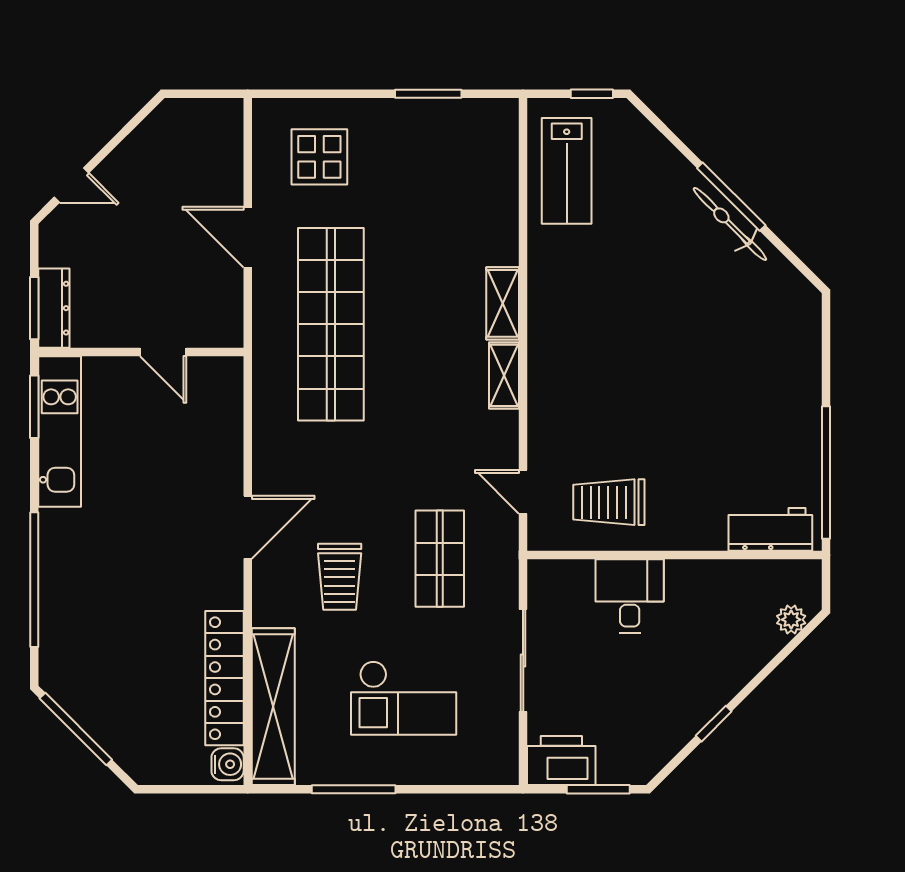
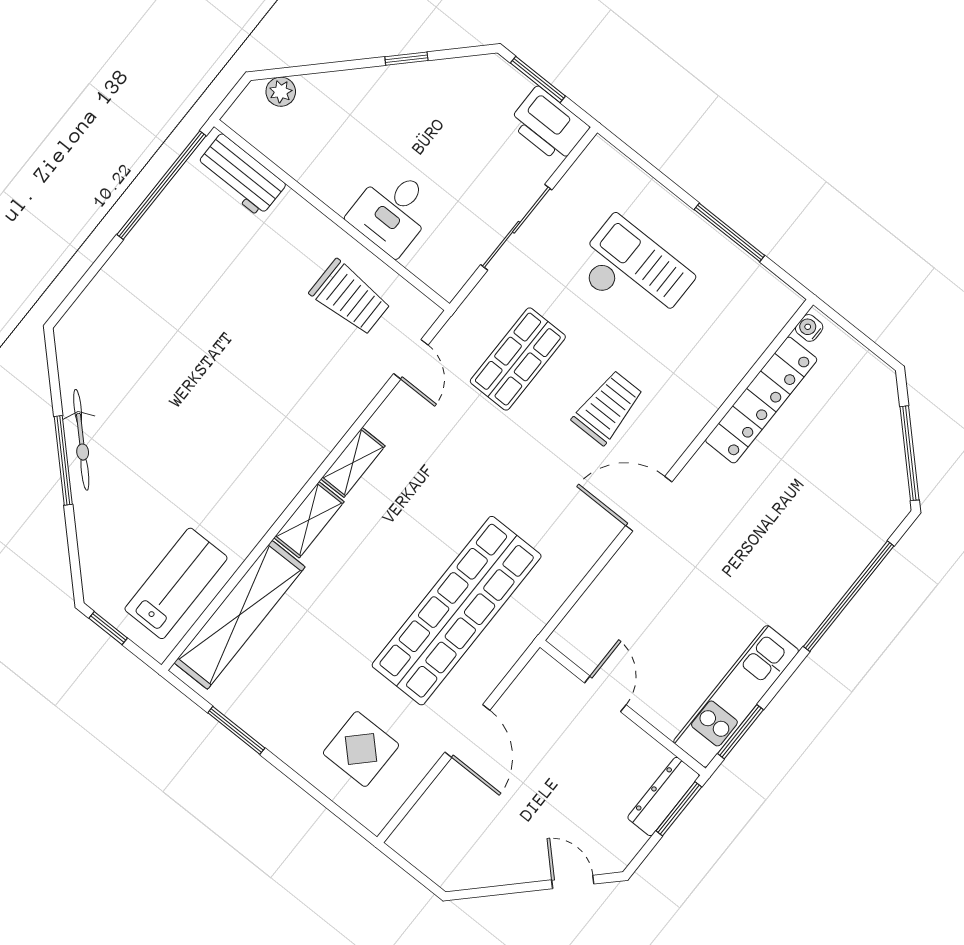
shelving: (273, 707) -> (240, 615), moved
water cooler: (228, 764) -> (809, 328), width x0.72, depth x0.72

